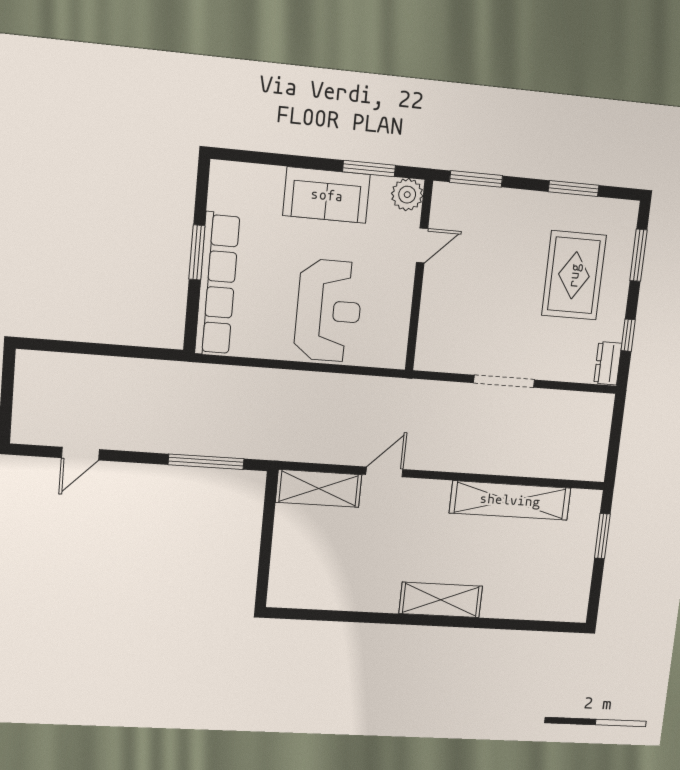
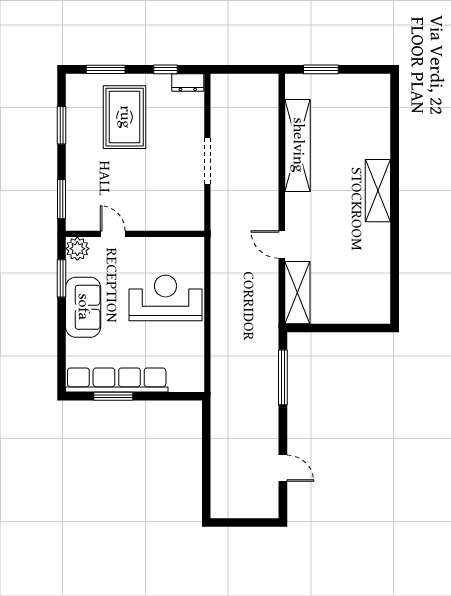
window: (197, 253) -> (113, 396), moved
rug: (574, 275) -> (125, 117), turned 90
row of seats: (217, 284) -> (117, 380), moved

